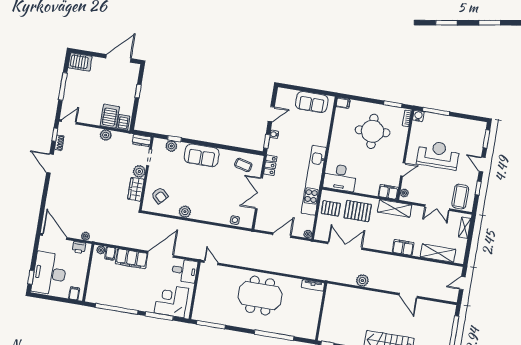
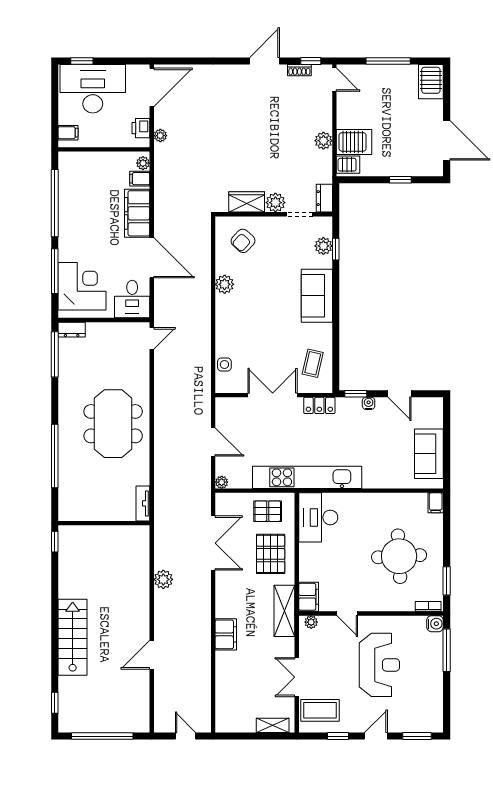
pallet: (331, 208) -> (268, 511), turned 90
shelving: (438, 253) -> (226, 690), removed
dresser: (197, 312) -> (72, 330), added

